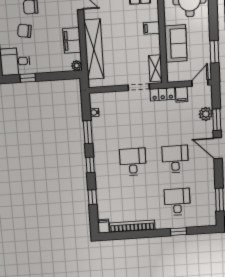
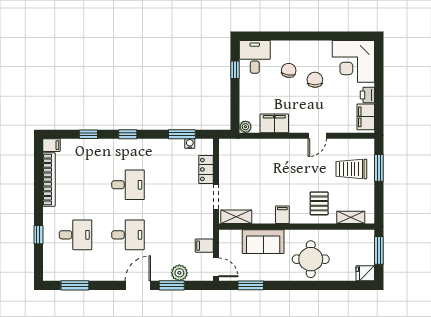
shelving: (94, 49) -> (263, 148), removed
locker: (163, 94) -> (206, 169), moved
window: (88, 132) -> (182, 134), moved

